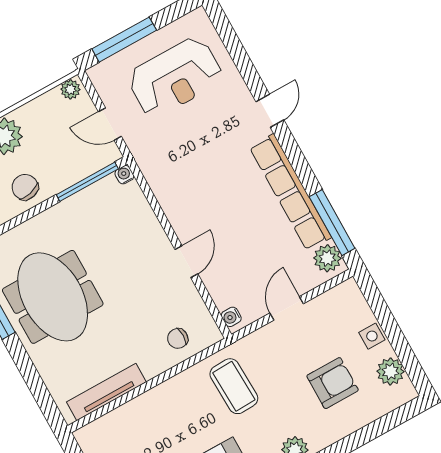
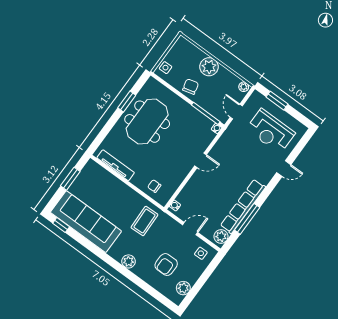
window: (124, 40) -> (277, 101), width x0.69
door: (270, 111) -> (284, 169), moved
window: (332, 223) -> (247, 219), moved
door: (186, 262) -> (200, 160), moved
side table: (372, 336) -> (201, 253), moved
armchair: (333, 383) -> (166, 265), turned 90

